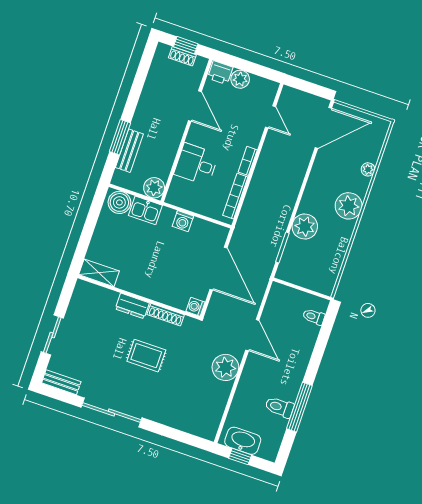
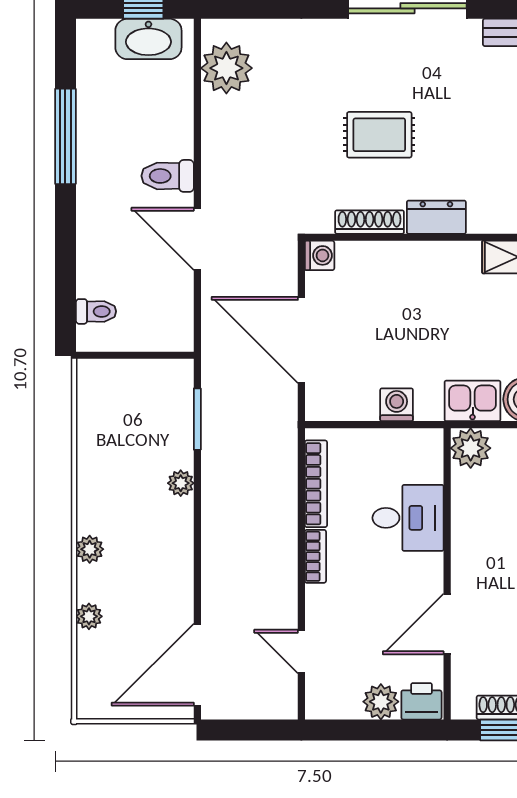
door: (195, 106) -> (447, 624), hinge flipped
plant: (349, 206) -> (90, 549), width x0.53, depth x0.53
plant: (305, 227) -> (181, 483), width x0.53, depth x0.53
plant: (225, 367) -> (226, 68), moved
toilet: (279, 407) -> (168, 176), moved, turned 180

